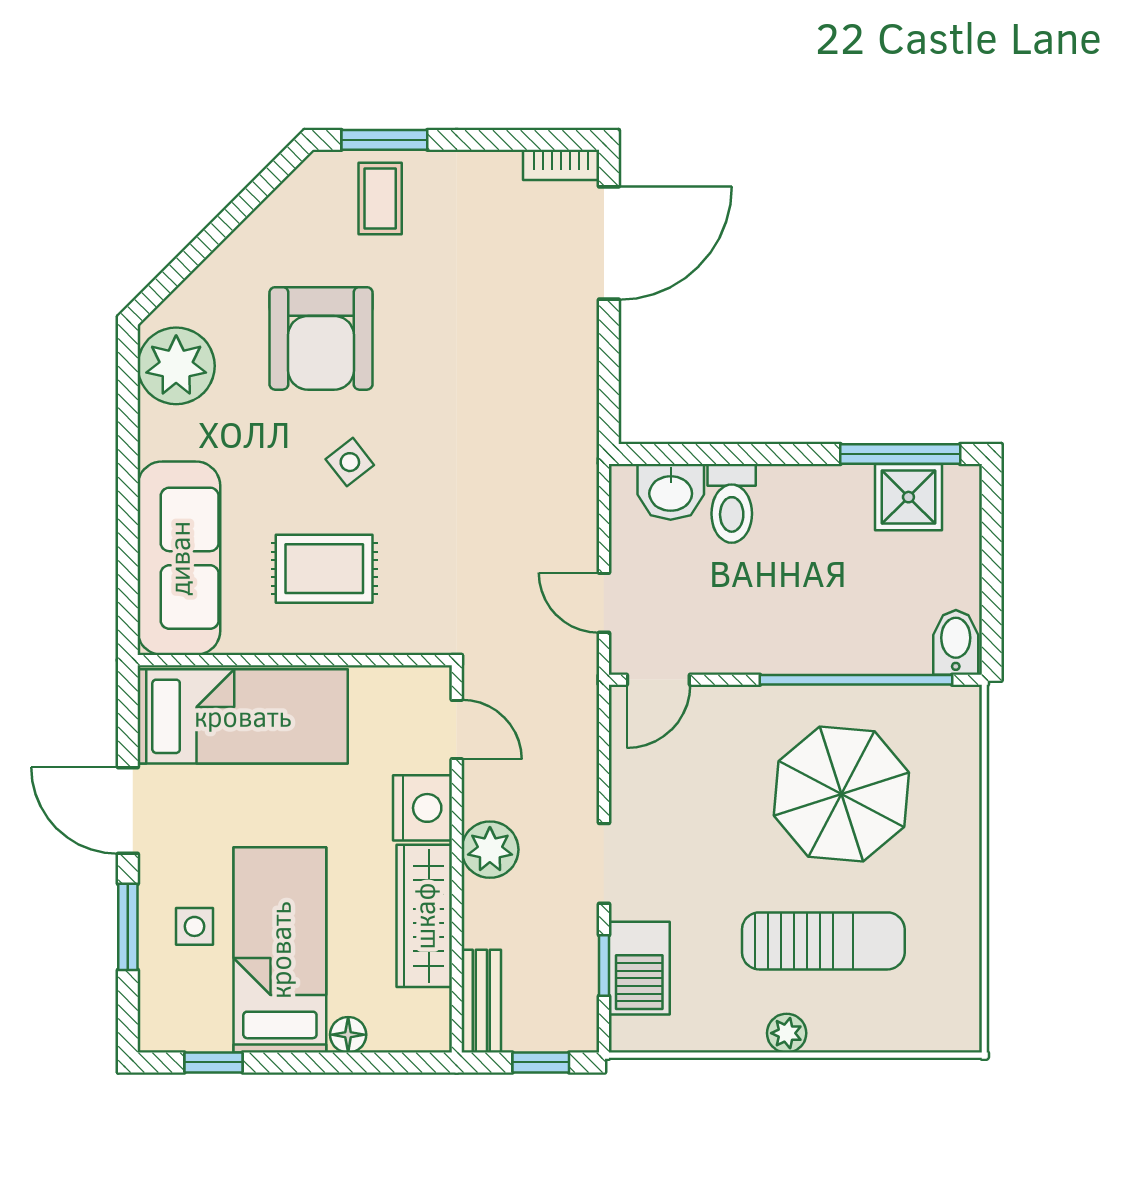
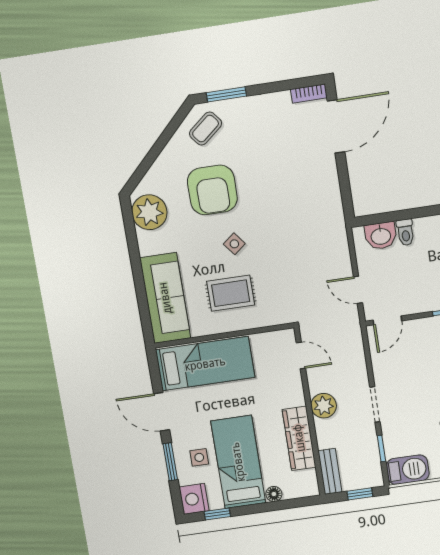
coffee table: (380, 198) -> (206, 129), moved, turned 51
toilet: (732, 503) -> (405, 232), width x0.73, depth x0.72
nightstand: (422, 808) -> (194, 499), moved, turned 180
barbecue: (639, 968) -> (408, 470), moved, turned -90

